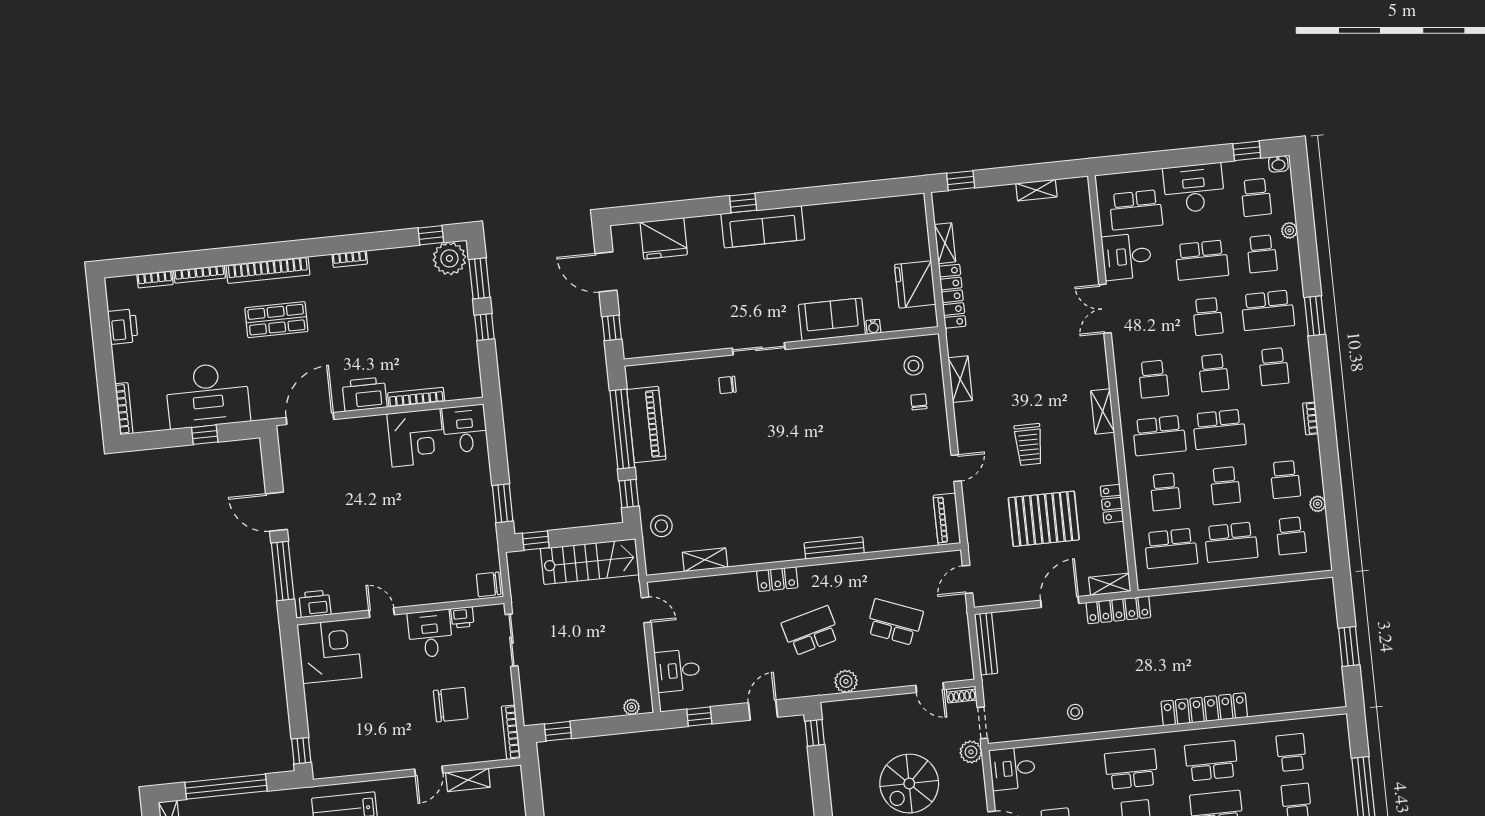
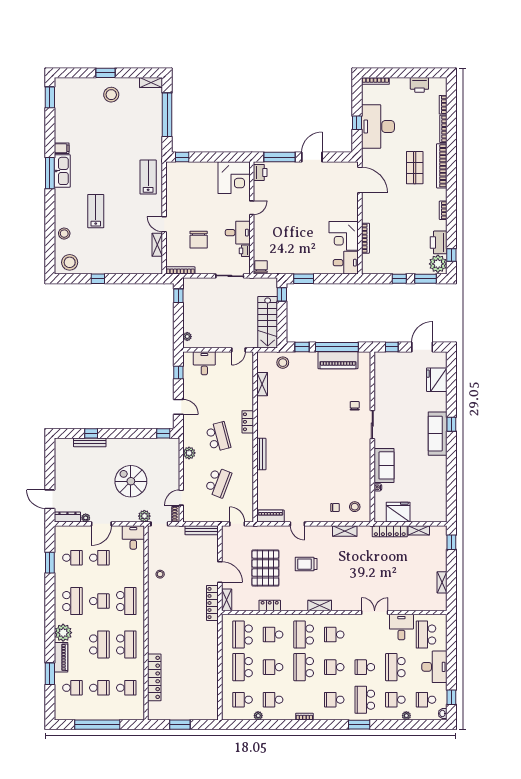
printer: (365, 394) -> (439, 242), moved, turned 180
locker: (1204, 709) -> (154, 677), moved

